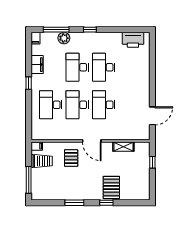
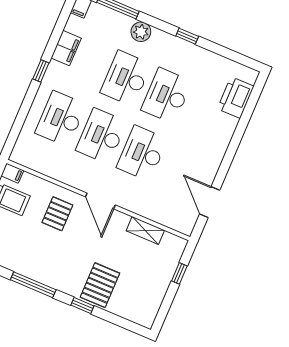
window: (90, 30) -> (187, 36), moved
plant: (64, 38) -> (141, 32), moved
printer: (133, 40) -> (236, 97), moved, turned 90
door: (152, 116) -> (210, 202), swing flipped
window: (74, 203) -> (33, 285), width x1.44

